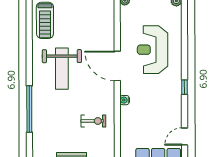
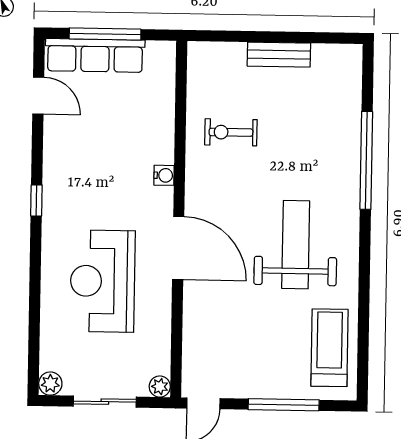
reception desk: (153, 50) -> (103, 281), turned 180
door: (185, 136) -> (38, 96), hinge flipped

